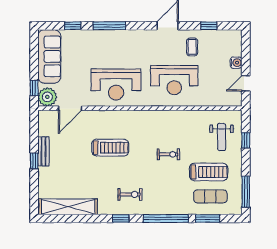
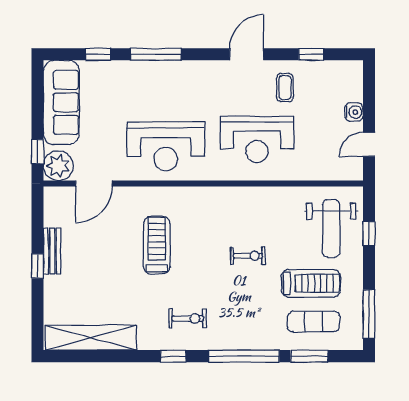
weight bench: (222, 137) -> (331, 229), width x1.36, depth x1.33
treadmill: (110, 148) -> (157, 245), turned -90

